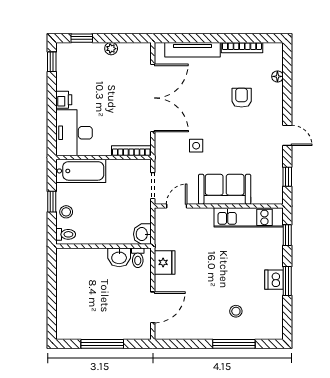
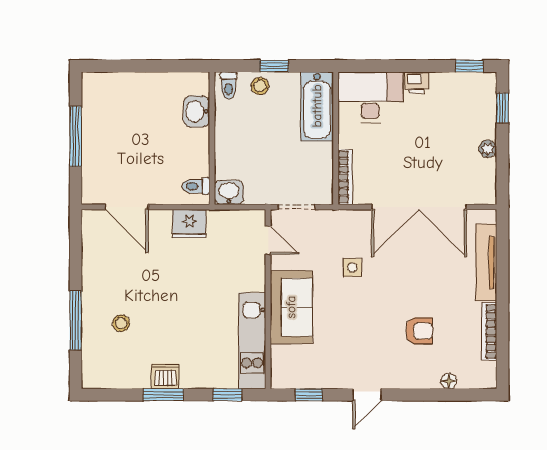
washbasin: (119, 257) -> (196, 111), moved

